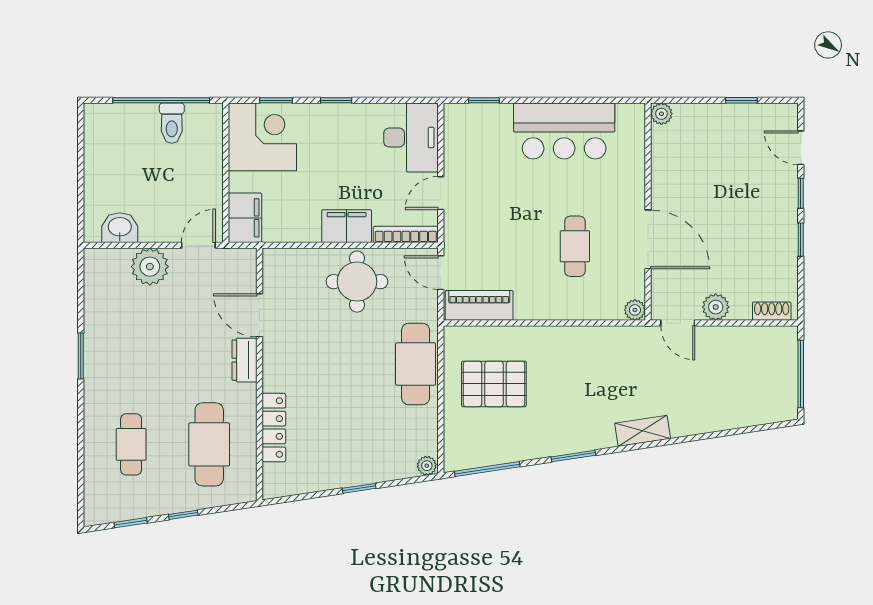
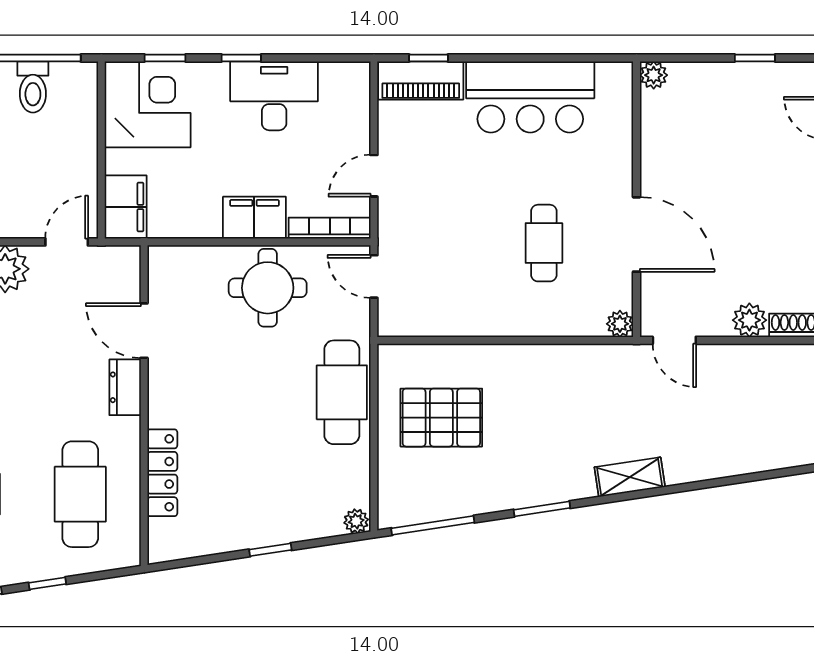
desk: (411, 138) -> (274, 96), moved, turned -90
piano: (479, 305) -> (421, 80), moved, turned 180
plant: (716, 307) -> (749, 320), moved

